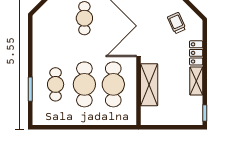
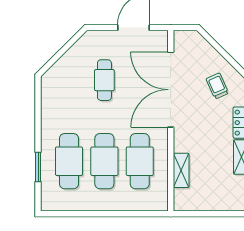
cafe table: (56, 84) -> (69, 161), width x1.37, depth x1.35
shelving: (149, 85) -> (181, 170), width x0.67, depth x0.75

